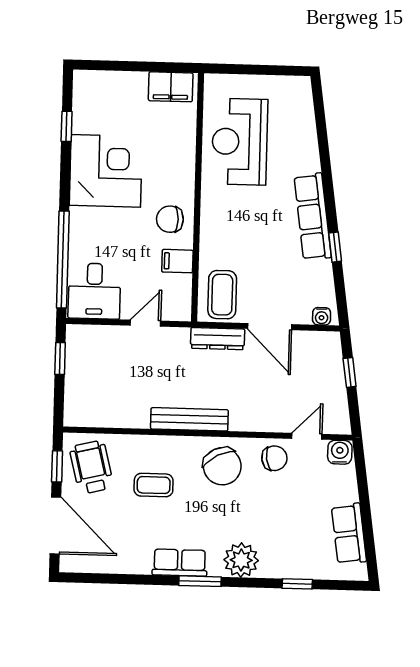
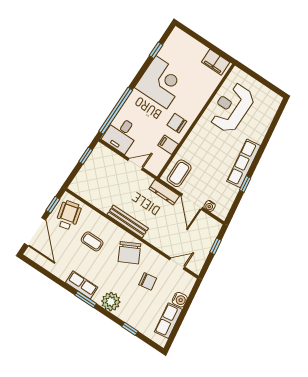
water cooler: (322, 316) -> (210, 206), moved
water cooler: (340, 452) -> (180, 300), moved, turned 82
chair: (274, 458) -> (148, 281), moved

